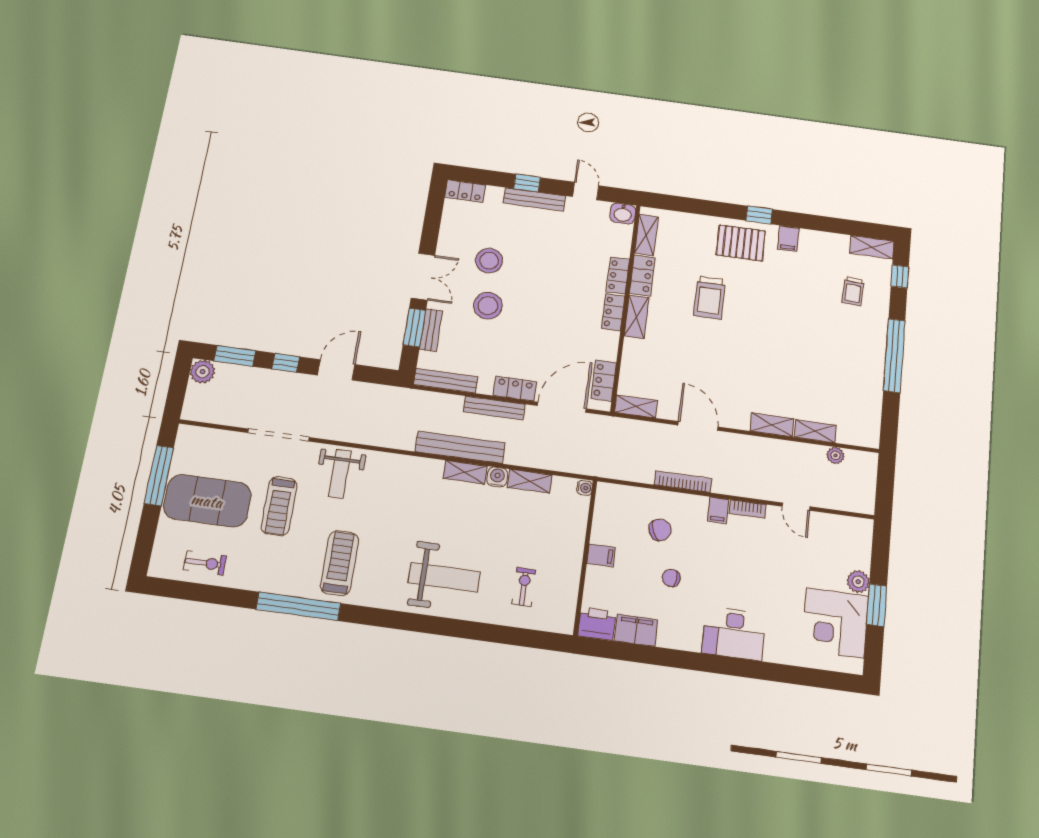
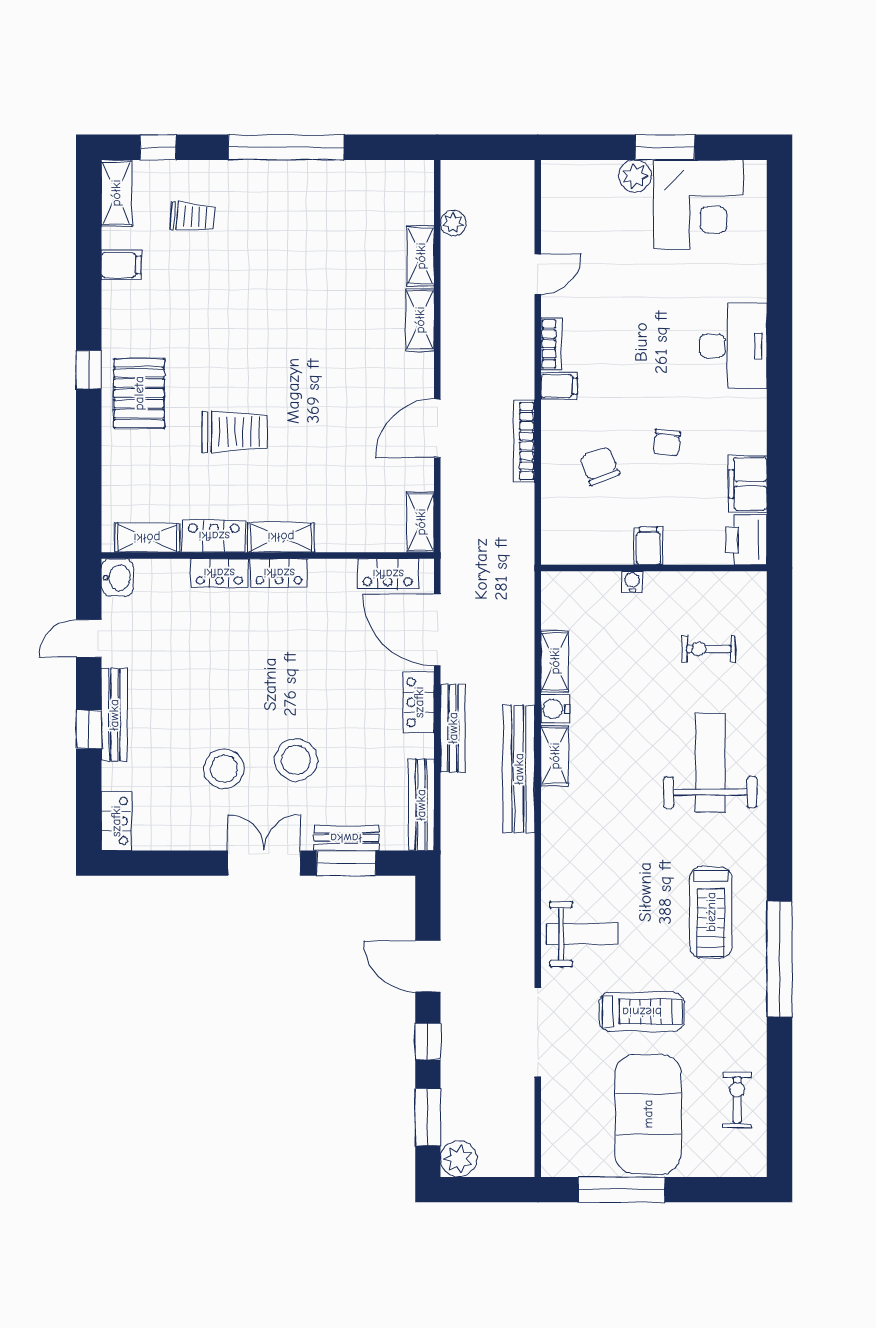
filing cabinet: (788, 239) -> (121, 265), moved
water cooler: (585, 488) -> (632, 582), moved
treadmill: (340, 563) -> (711, 912), turned -90

